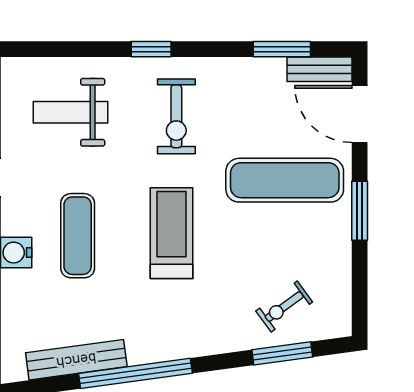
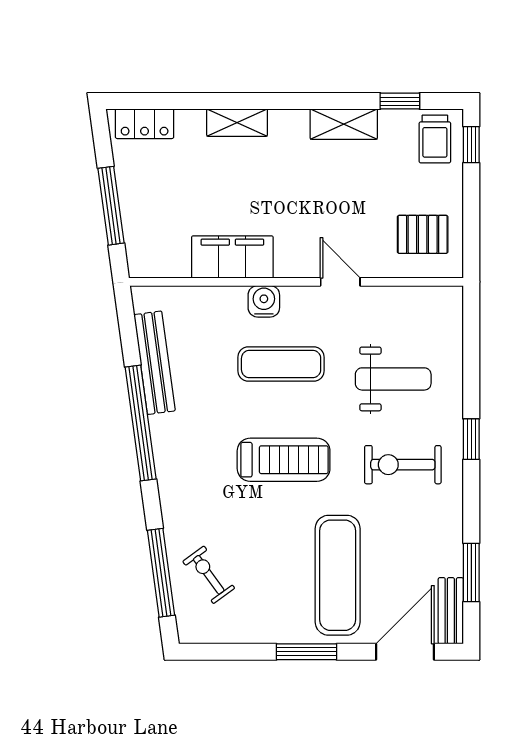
weight bench: (70, 112) -> (393, 379), moved, turned 90
window: (282, 353) -> (161, 573), width x1.44

